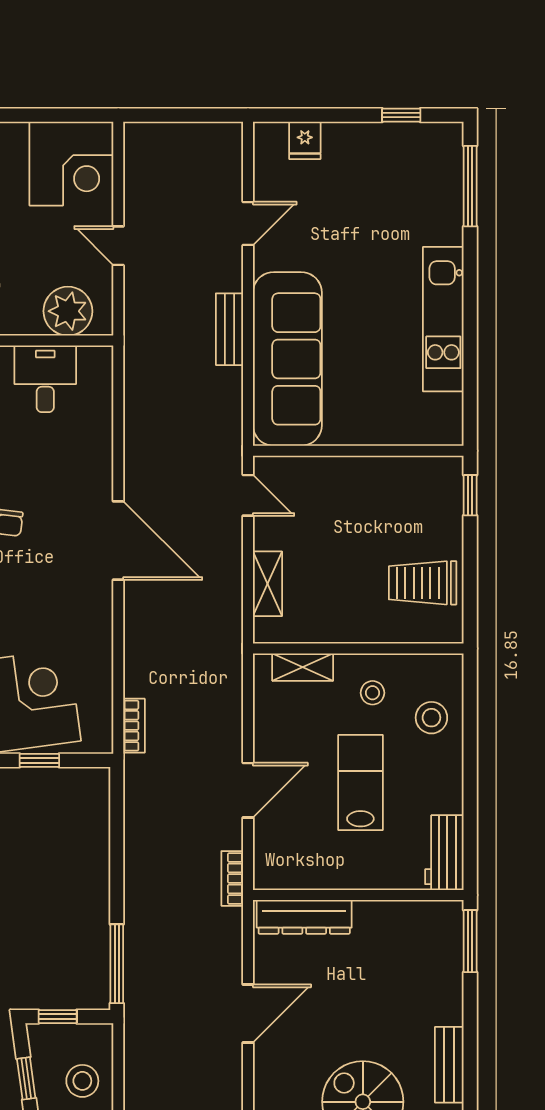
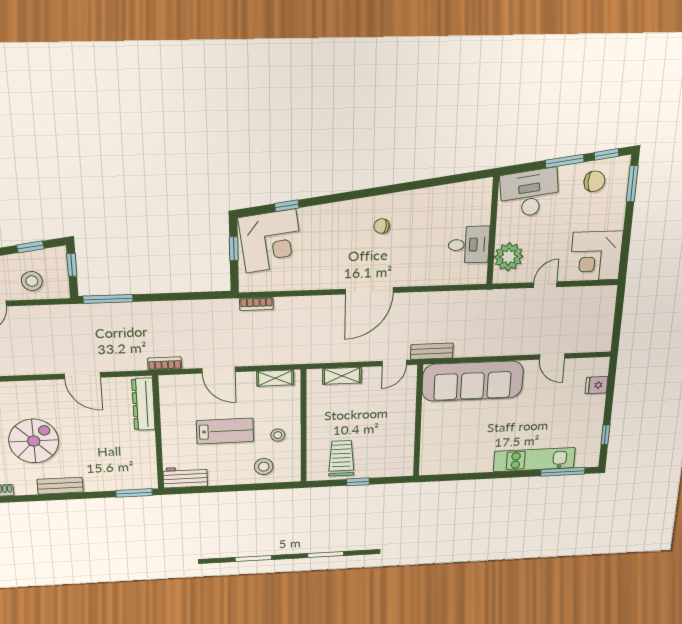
kitchen unit: (443, 319) -> (534, 460), moved
bench: (230, 329) -> (432, 351), moved
window: (470, 495) -> (358, 482), moved
shelving: (303, 667) -> (275, 378), moved, turned 90

